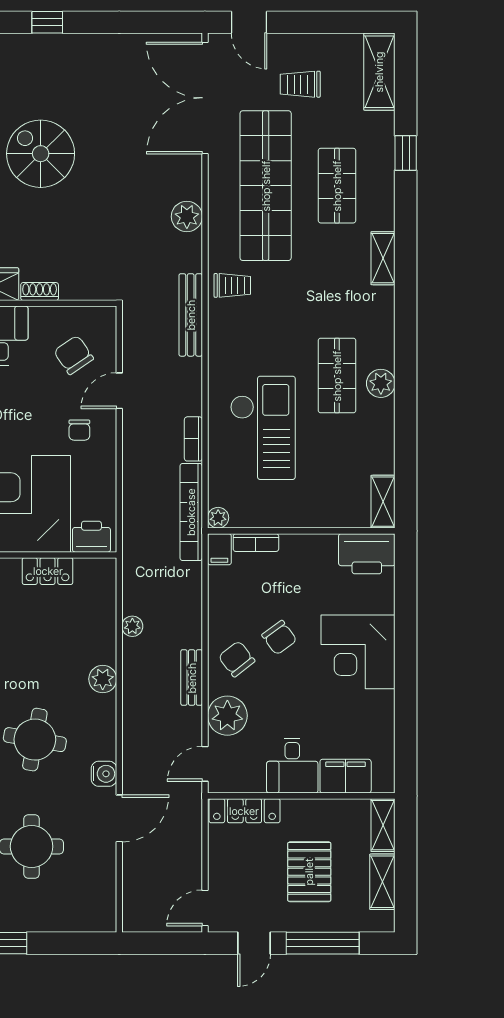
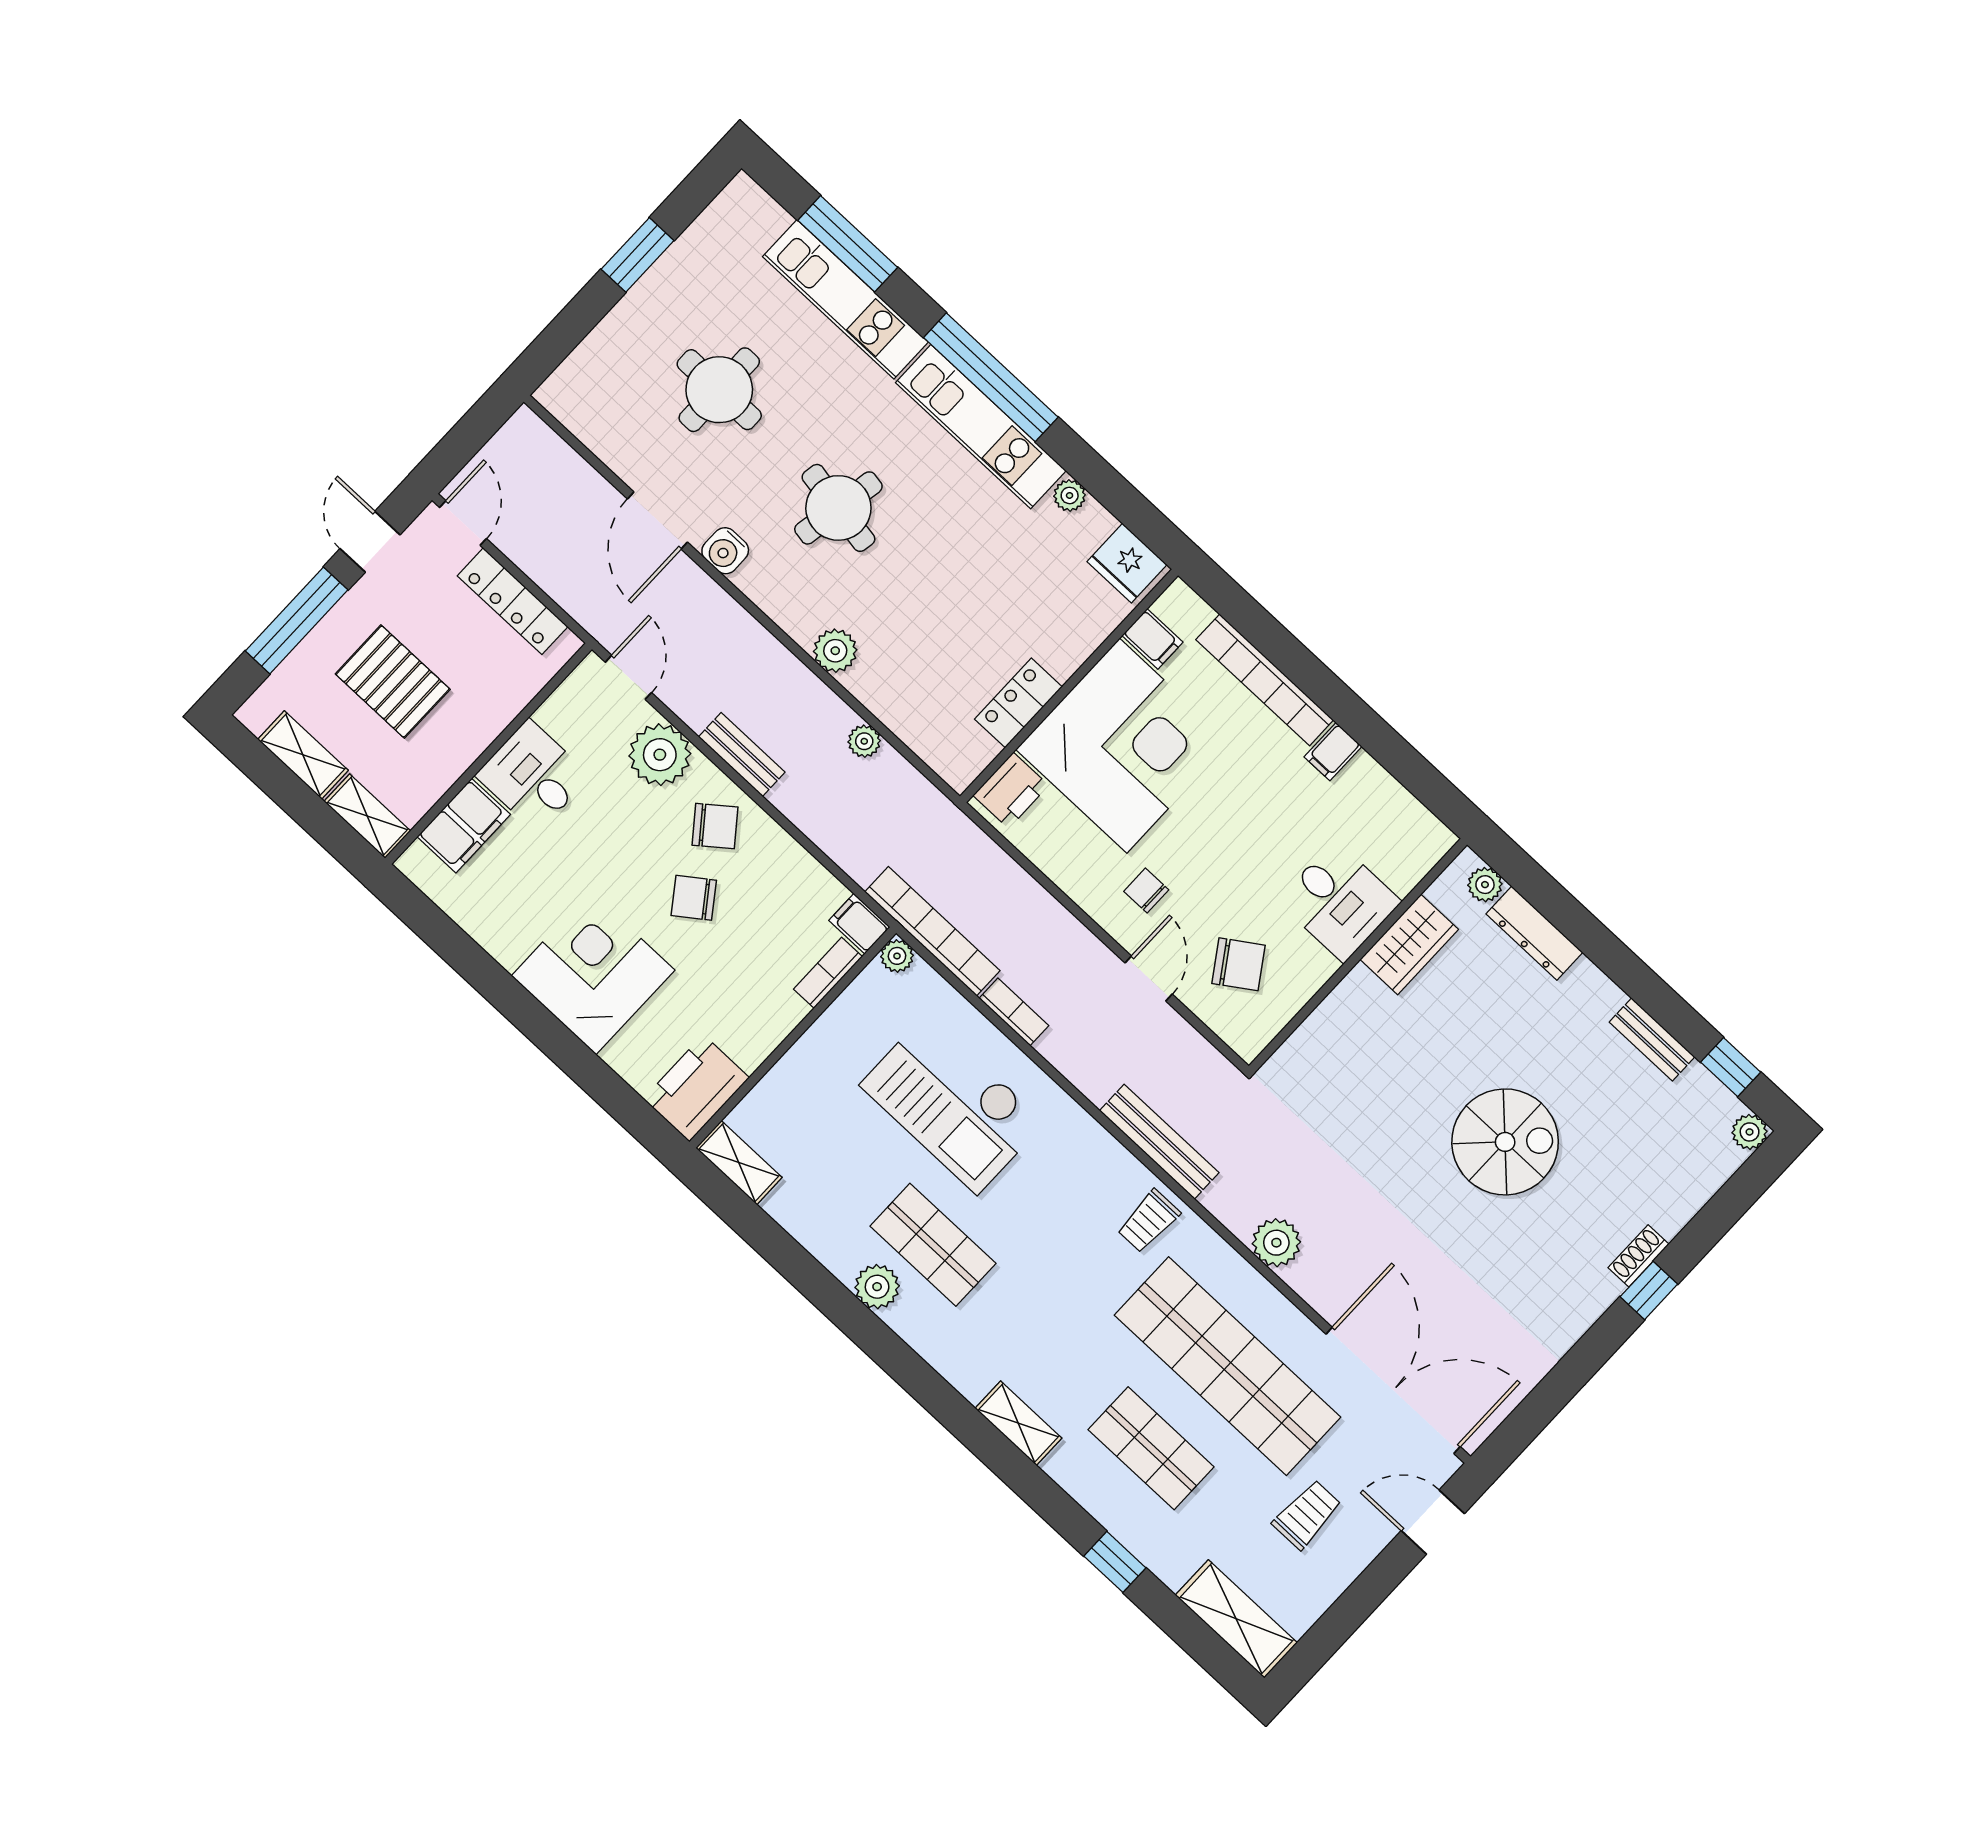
shoe rack: (40, 292) -> (1639, 1256), moved, turned 180
locker: (244, 811) -> (513, 601), moved, turned -90

